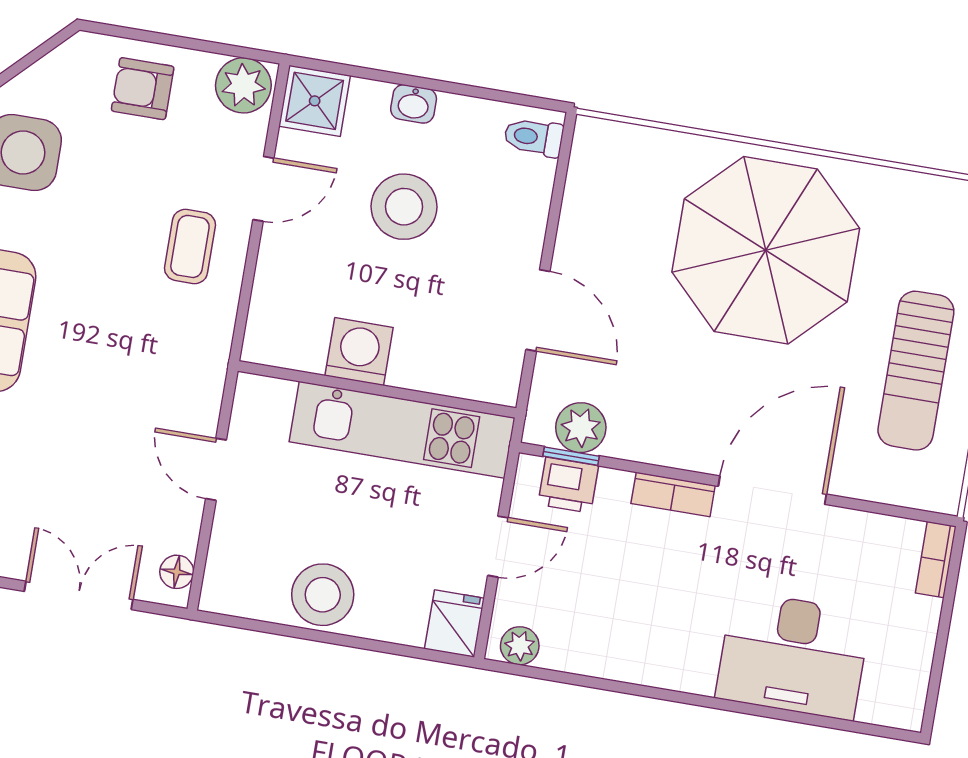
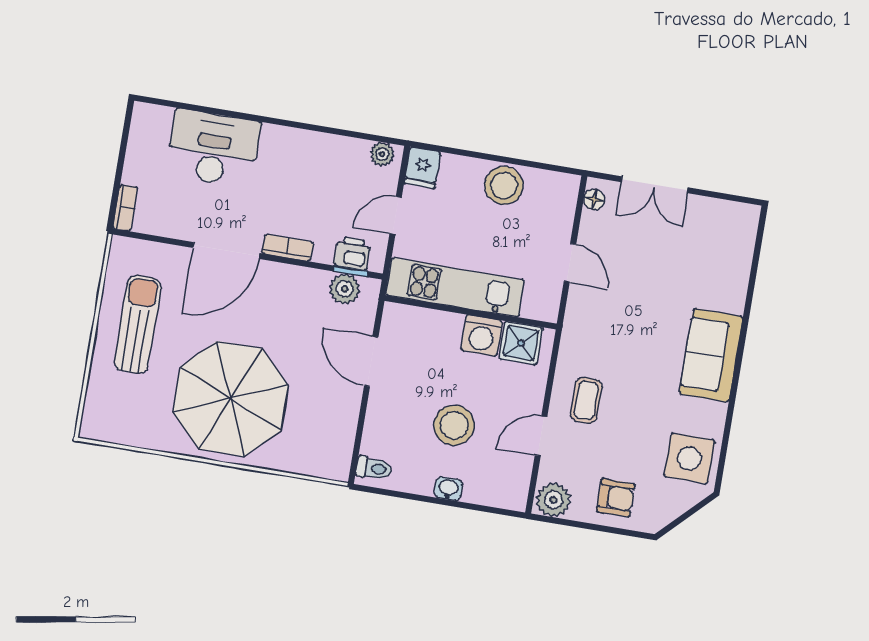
shower: (315, 101) -> (521, 343), moved

